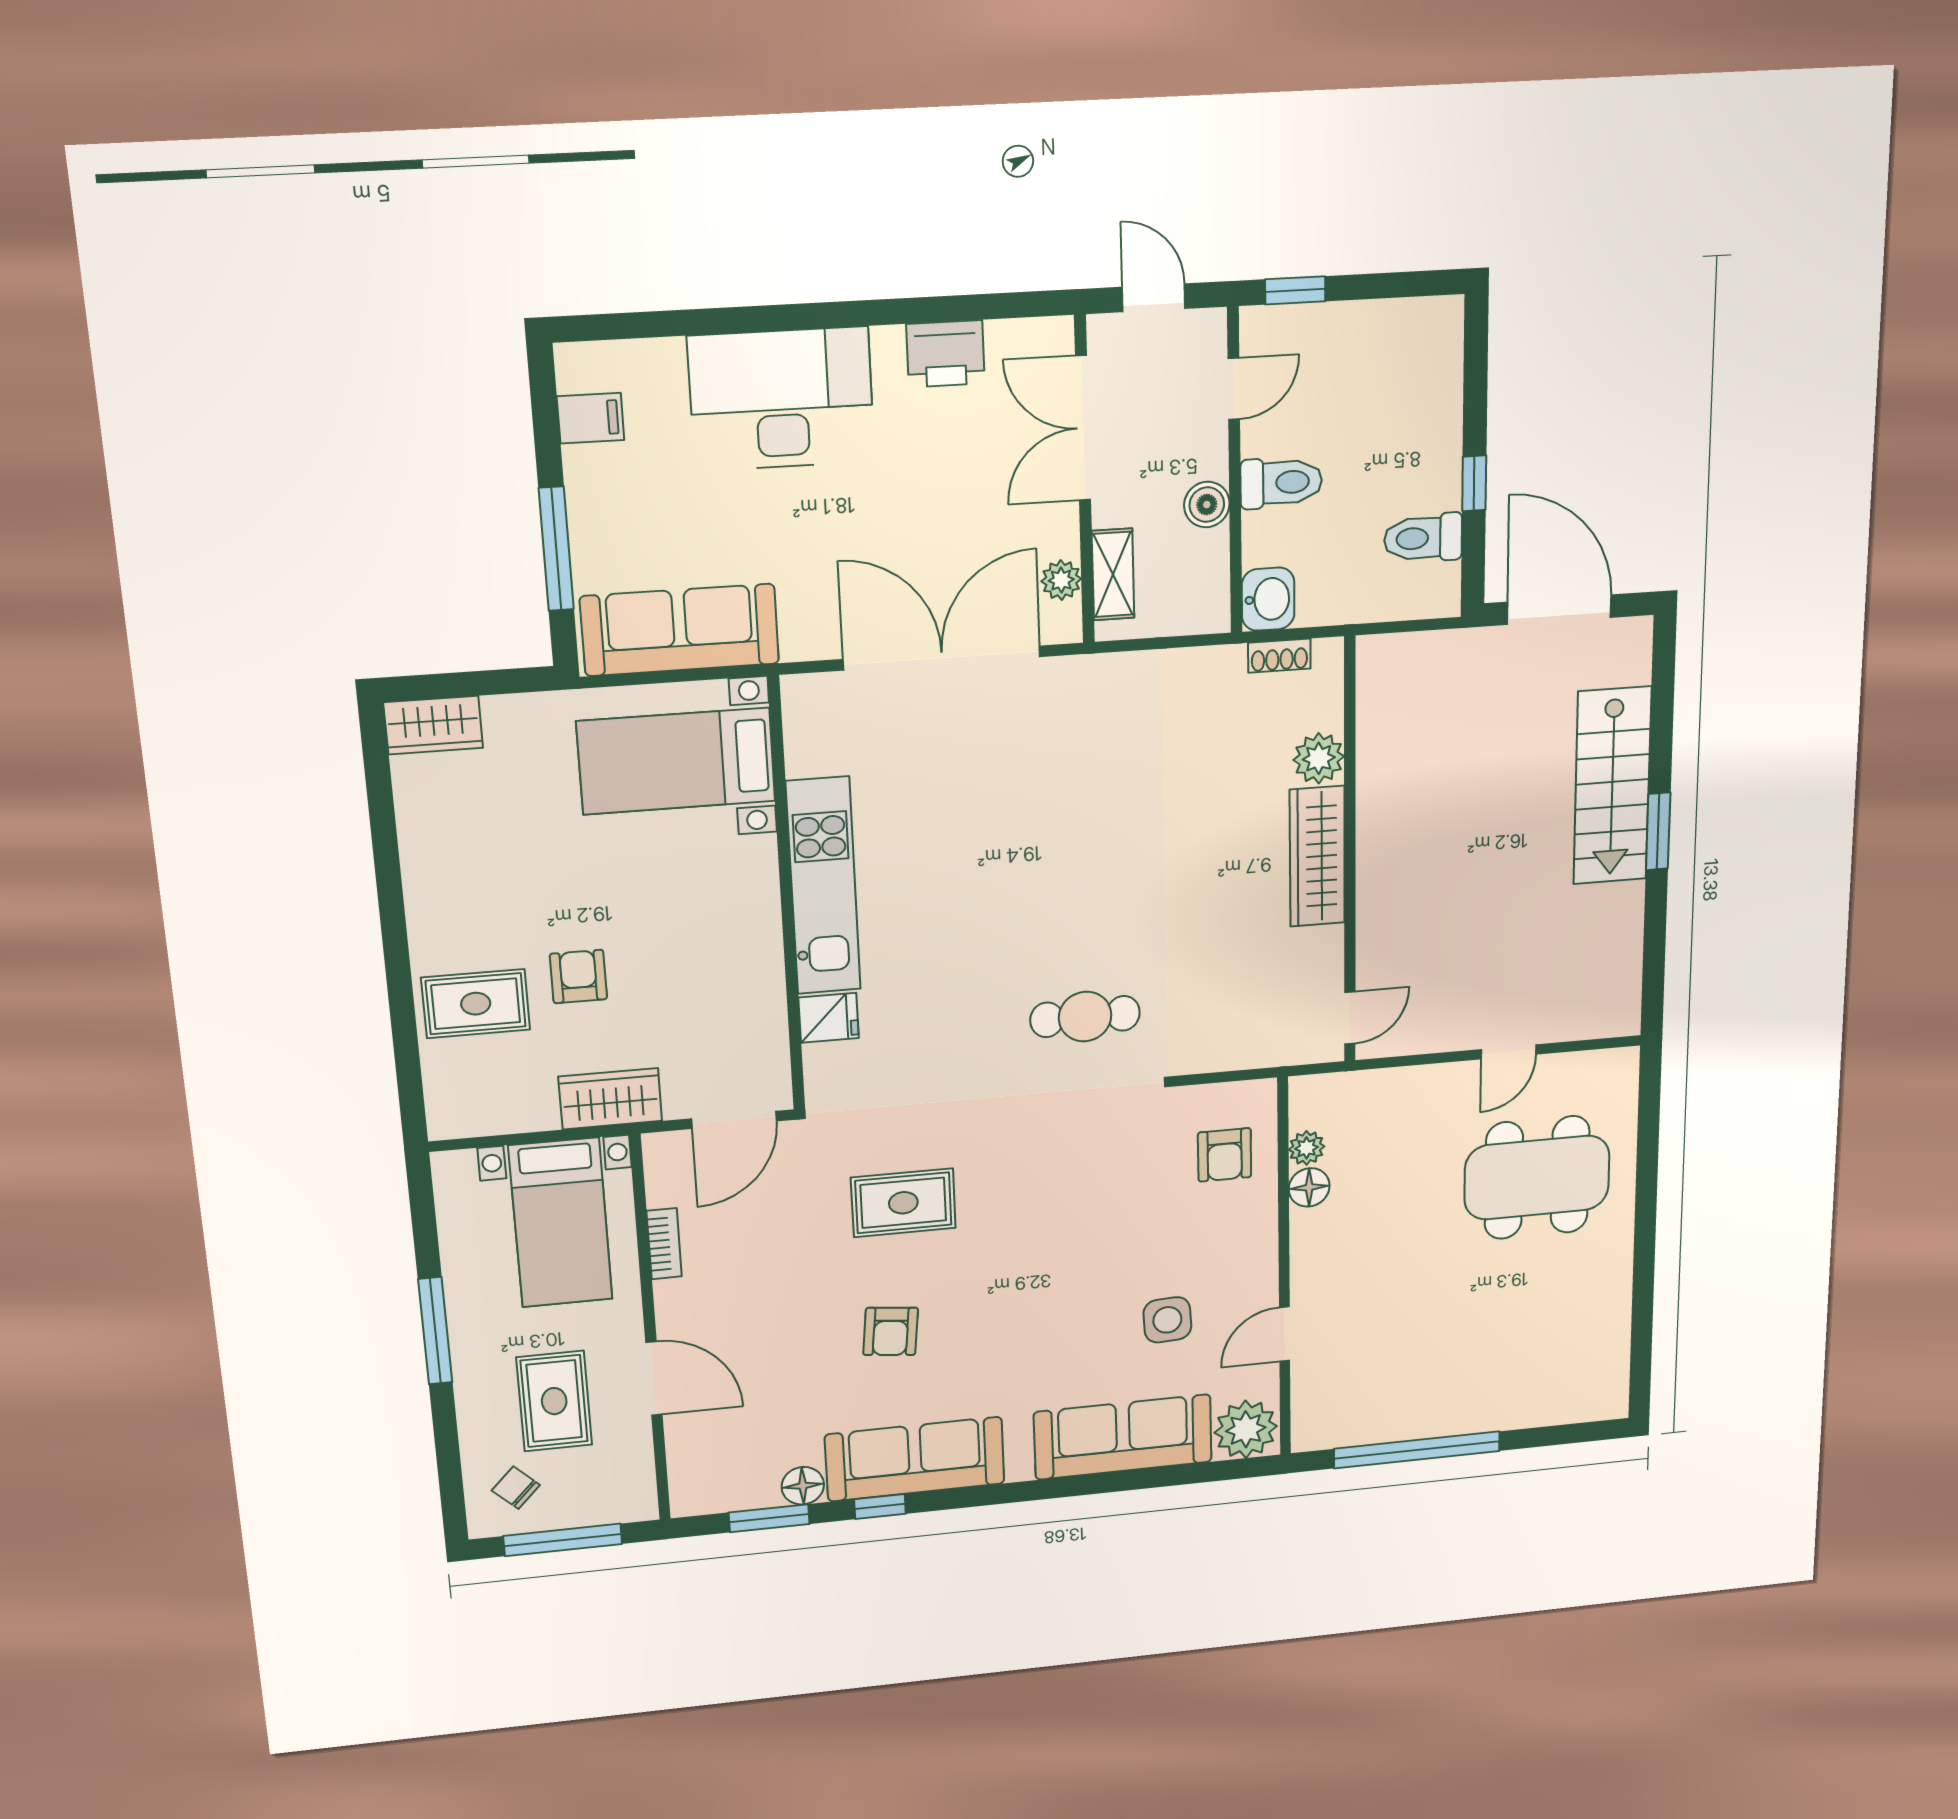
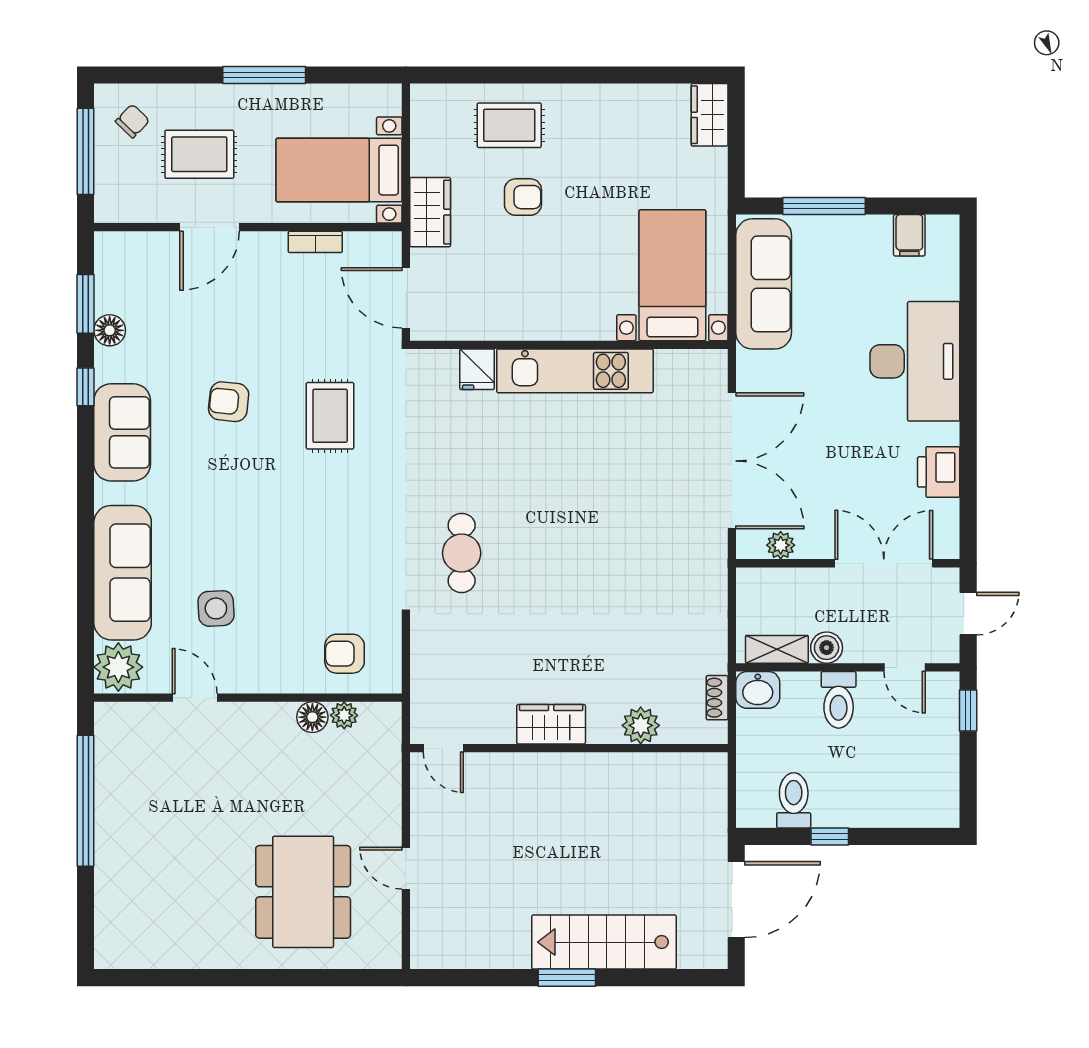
shelving: (1113, 574) -> (777, 649), moved
wardrobe: (1317, 856) -> (551, 724), width x0.67
rug: (476, 1004) -> (509, 125), turned 90
sofa: (915, 1459) -> (122, 432), width x0.73

